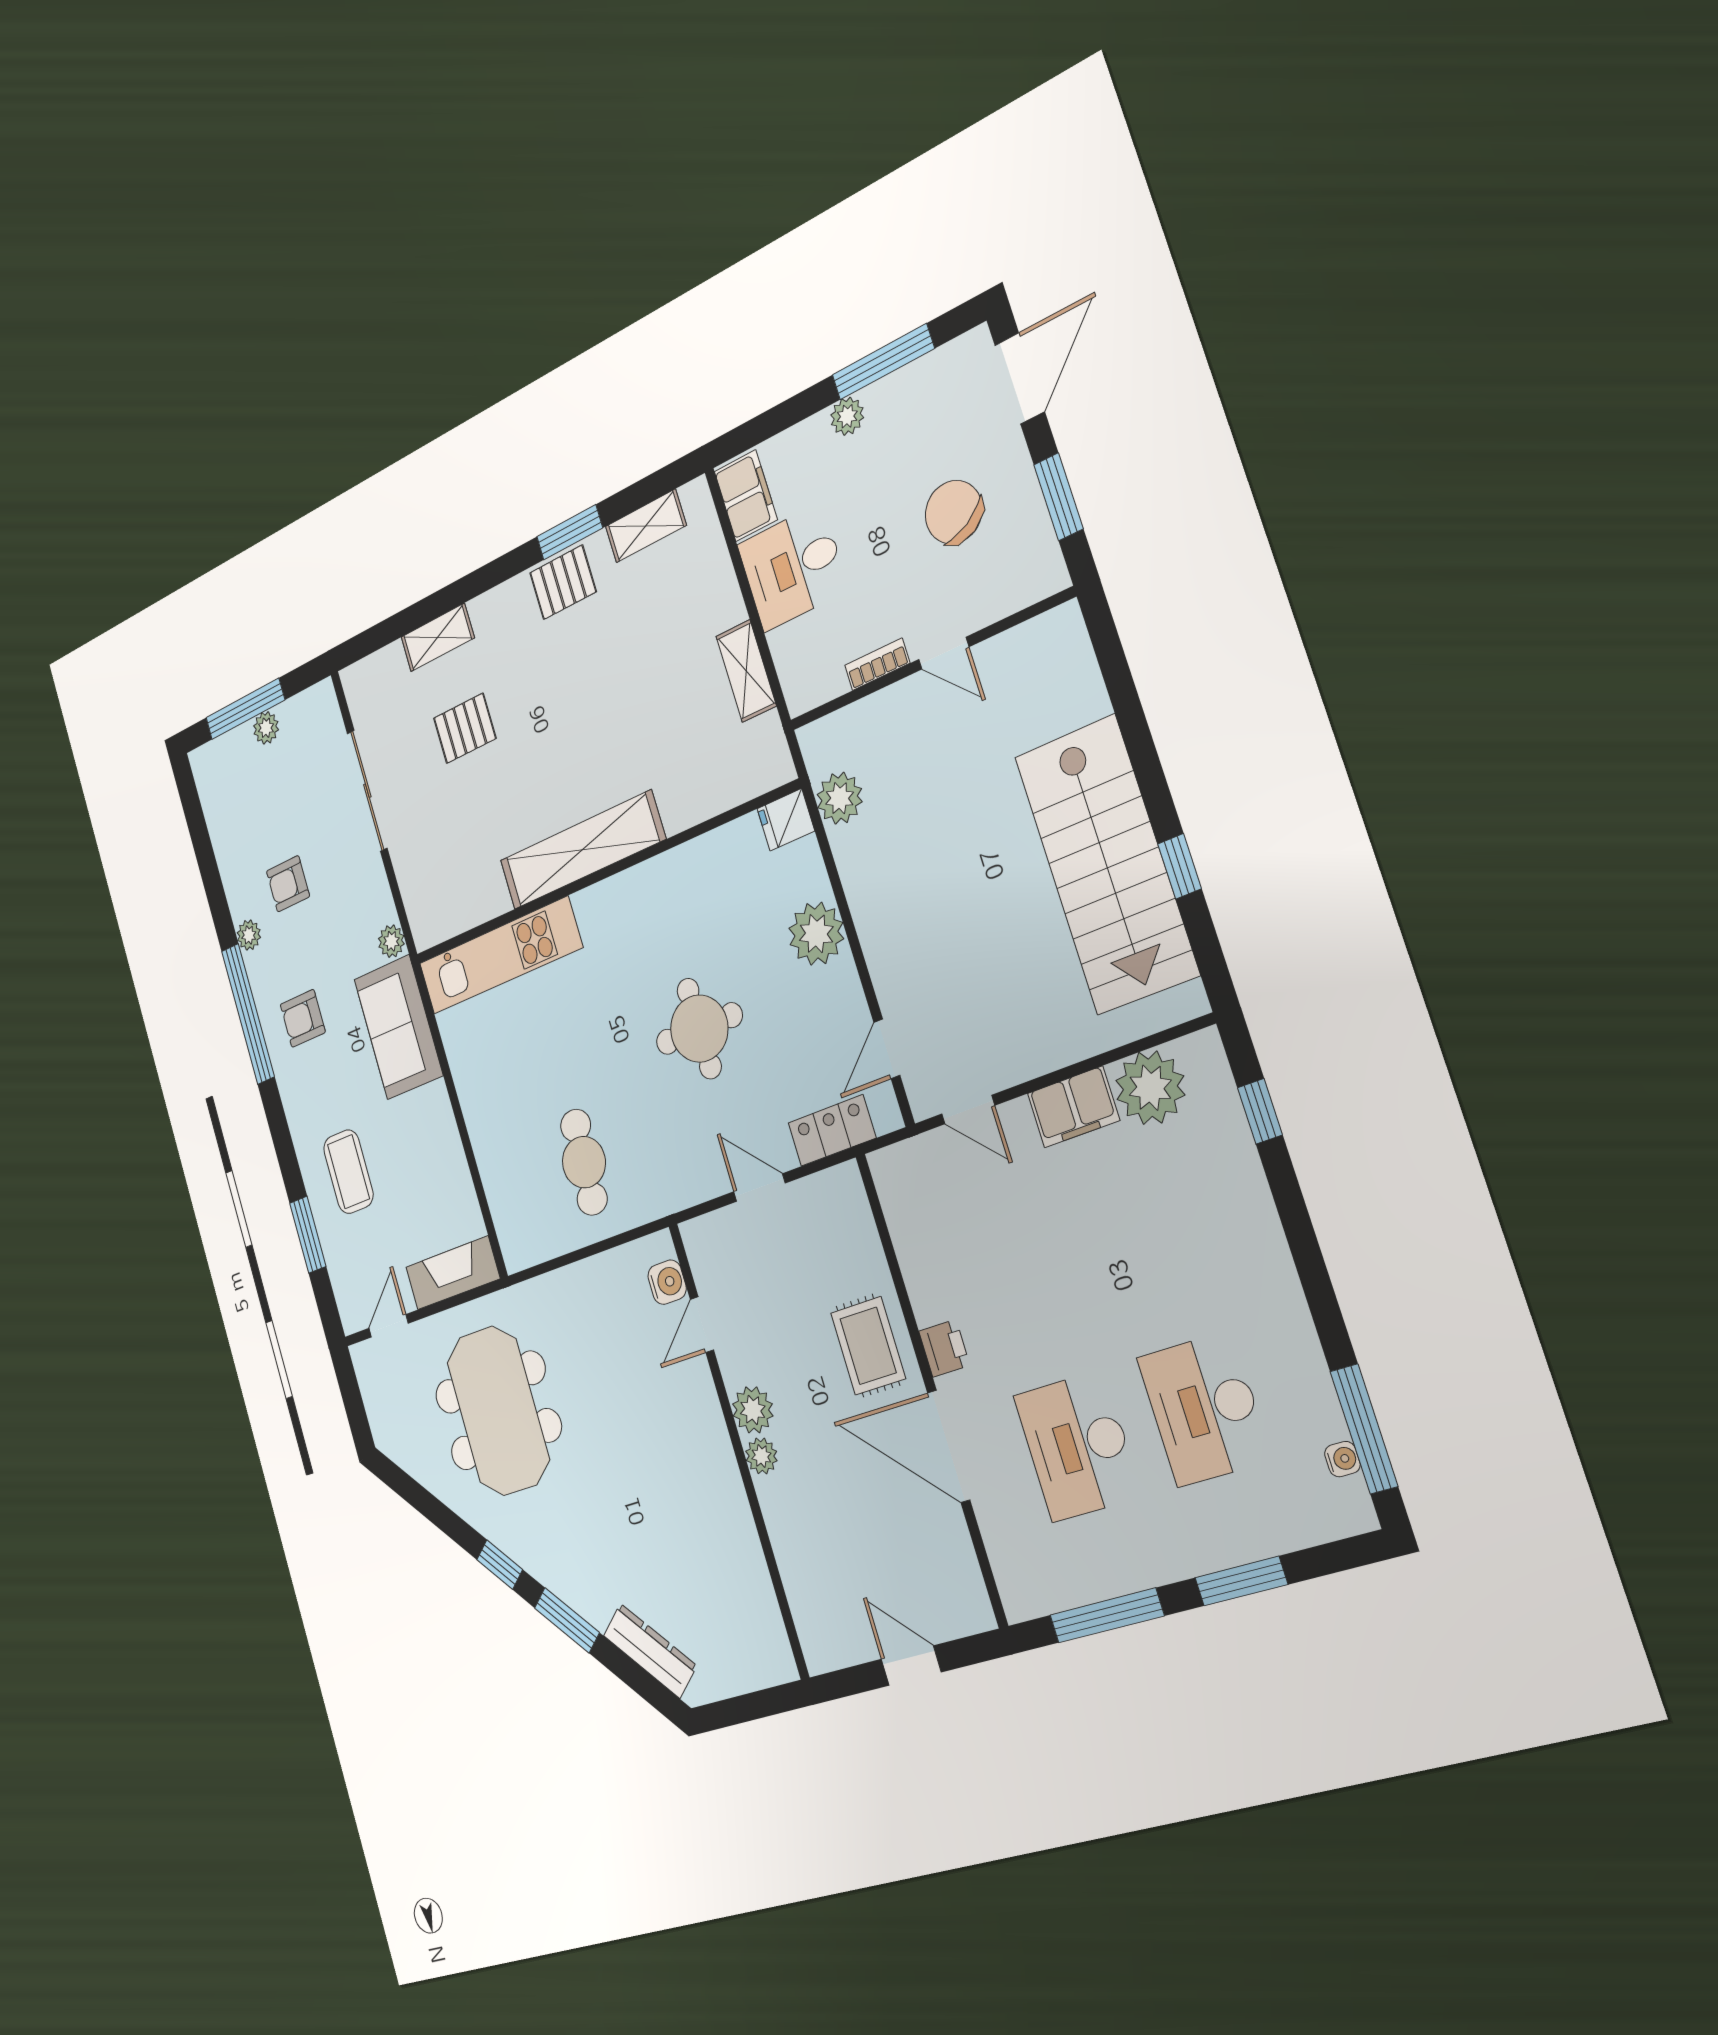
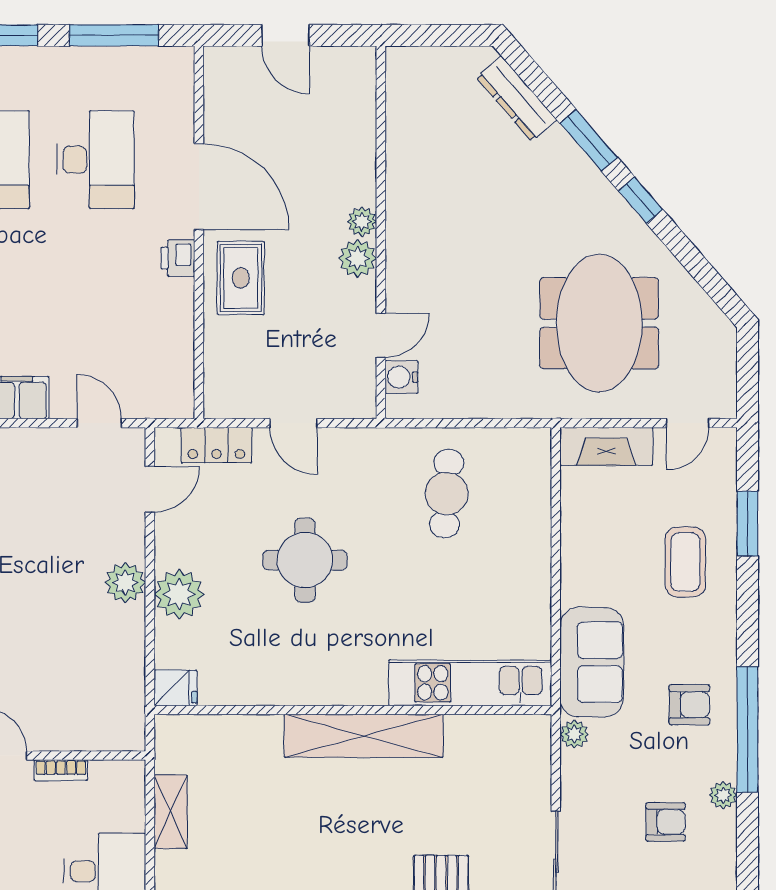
plant: (840, 798) -> (125, 583), moved

